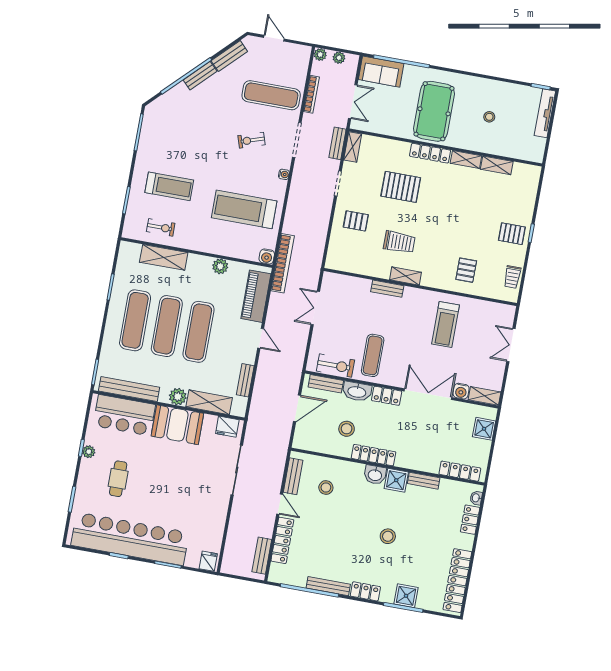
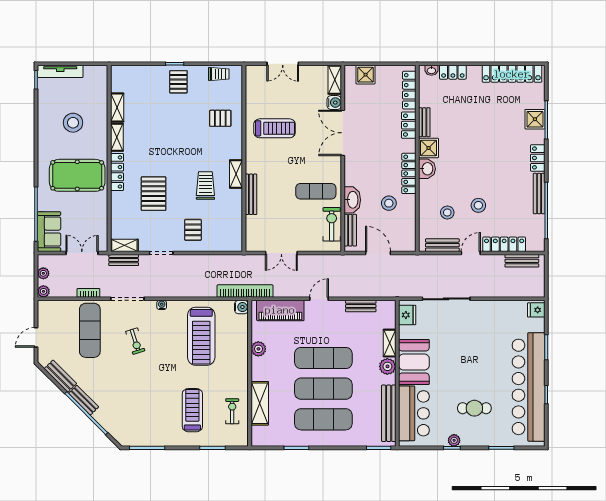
bookcase: (311, 94) -> (88, 293), width x0.64
stool: (489, 117) -> (73, 123), width x1.89, depth x1.89
bench: (387, 289) -> (251, 194), width x1.36
locker: (387, 396) -> (409, 125), moved, turned 180
shelving: (209, 402) -> (390, 343), width x0.67, depth x0.75
stool: (388, 536) -> (478, 205), moved

